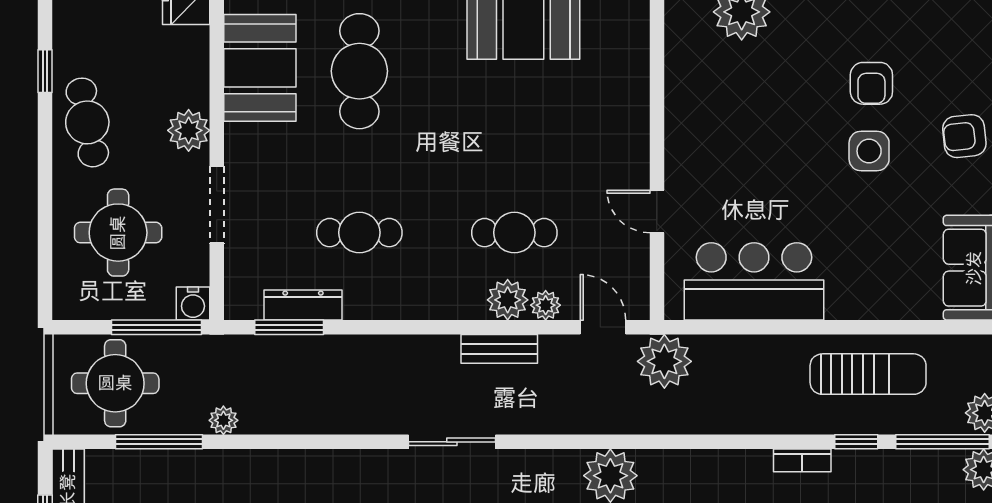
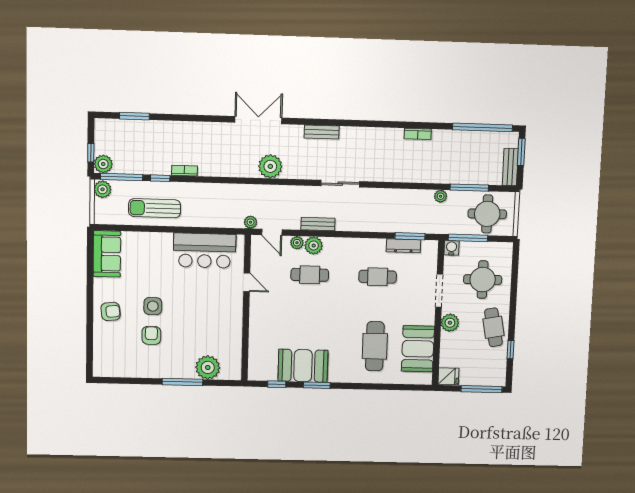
plant: (664, 361) -> (251, 222), width x0.53, depth x0.53

